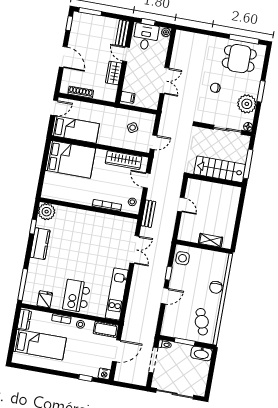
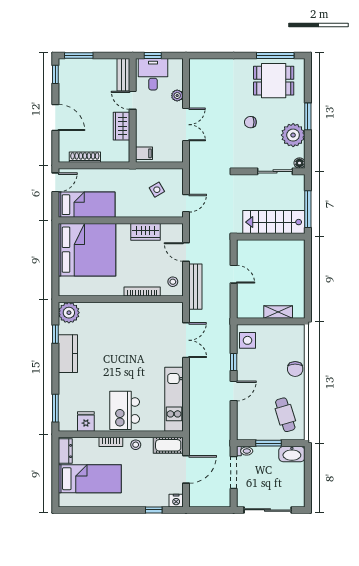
plant: (166, 32) -> (177, 96), moved
bed: (70, 159) -> (87, 250), width x1.36
wardrobe: (124, 160) -> (146, 232), width x0.67
bench: (148, 214) -> (195, 287), width x1.36
window: (23, 284) -> (55, 408), width x0.69

